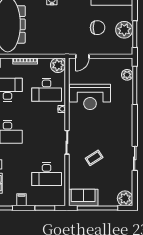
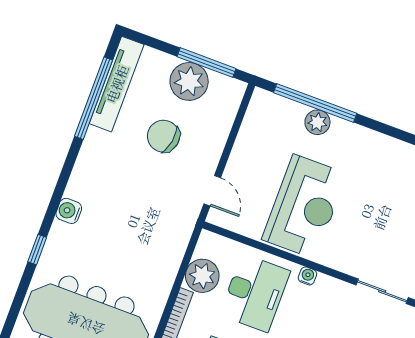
chair: (98, 28) -> (164, 136), turned -80
plant: (58, 65) -> (202, 276), moved
plant: (127, 75) -> (317, 122), moved

